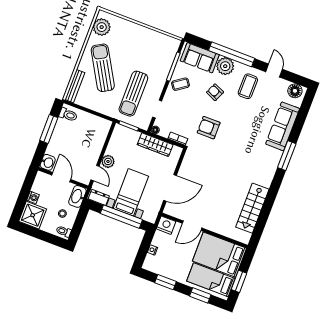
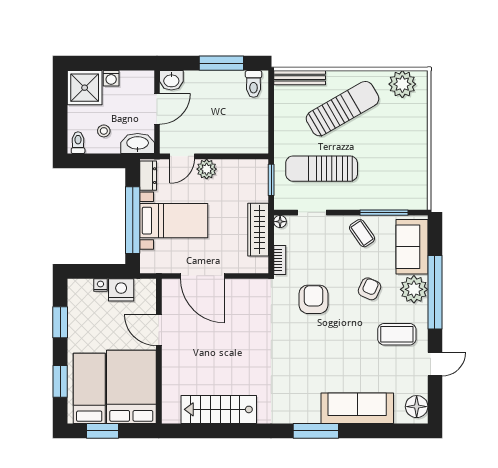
nightstand: (166, 225) -> (121, 290), moved, turned -90

